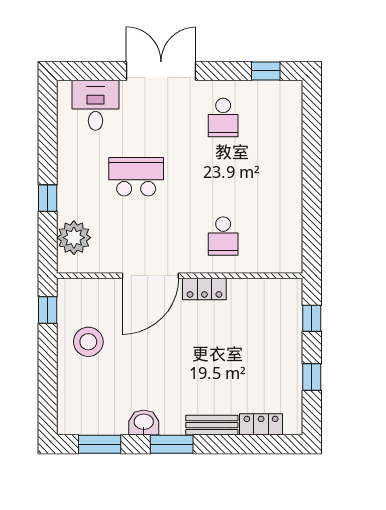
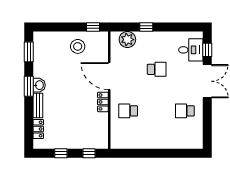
window: (266, 71) -> (207, 50), moved
school desk: (136, 177) -> (157, 69), width x0.54
washbasin: (144, 422) -> (39, 85), moved

